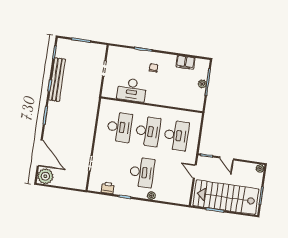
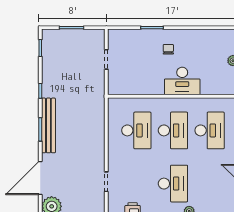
filing cabinet: (185, 62) -> (208, 36), removed
bench: (57, 80) -> (48, 125), moved
desk: (132, 90) -> (182, 81), moved
door: (40, 153) -> (40, 178), swing flipped

